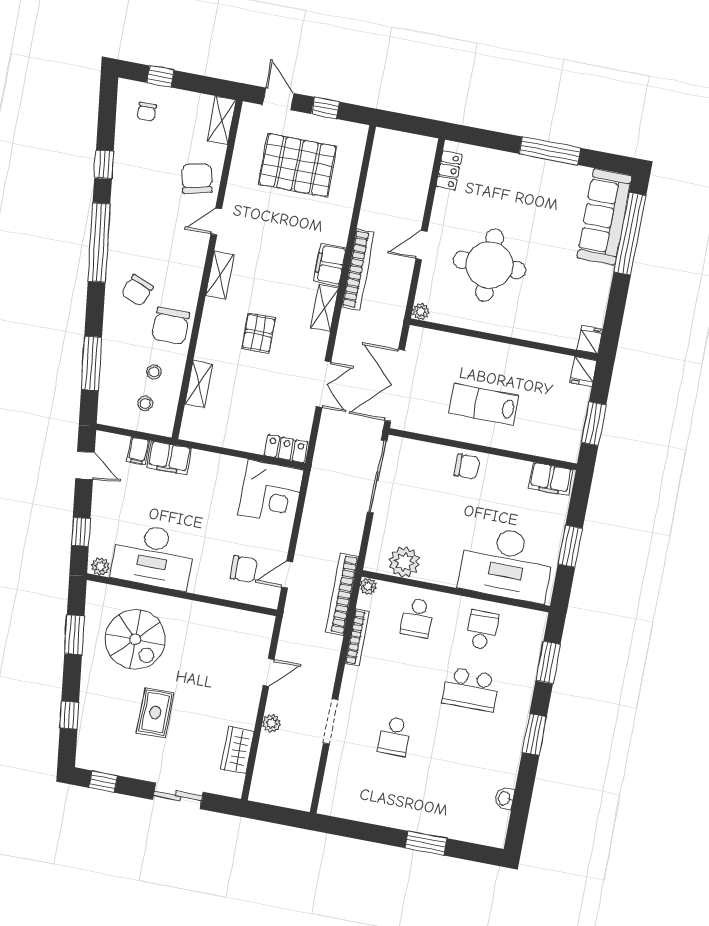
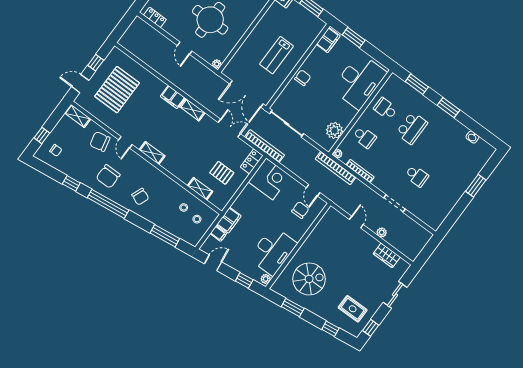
bookcase: (358, 270) -> (265, 146), moved
chair: (171, 326) -> (108, 176), moved, turned 90
pallet: (259, 333) -> (222, 173), moved
window: (570, 546) -> (354, 37), moved
rug: (155, 713) -> (353, 309), moved

